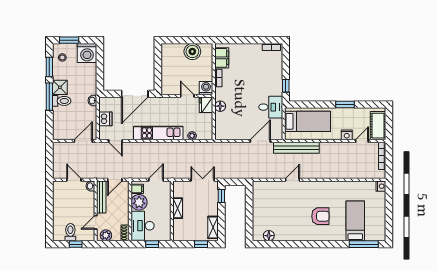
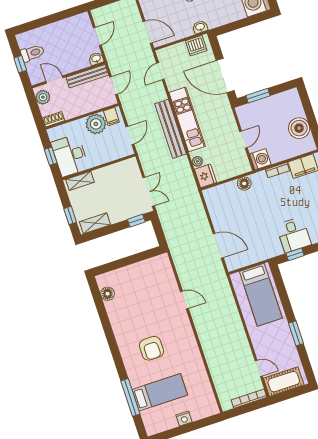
window: (158, 74) -> (258, 96), added
fridge: (206, 105) -> (205, 176), moved, turned 90
desk: (271, 107) -> (294, 235), moved
dishwasher: (105, 119) -> (196, 46), moved
nightstand: (347, 135) -> (260, 348), removed
bench: (296, 148) -> (171, 129), moved
door: (115, 180) -> (113, 86), swing flipped
door: (156, 180) -> (130, 135), hinge flipped
nightstand: (381, 186) -> (184, 418), moved
shelving: (178, 208) -> (80, 181), moved
desk: (143, 226) -> (70, 156), moved, turned -90
window: (364, 244) -> (130, 397), moved

